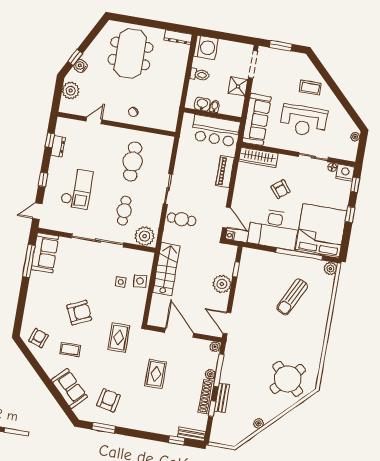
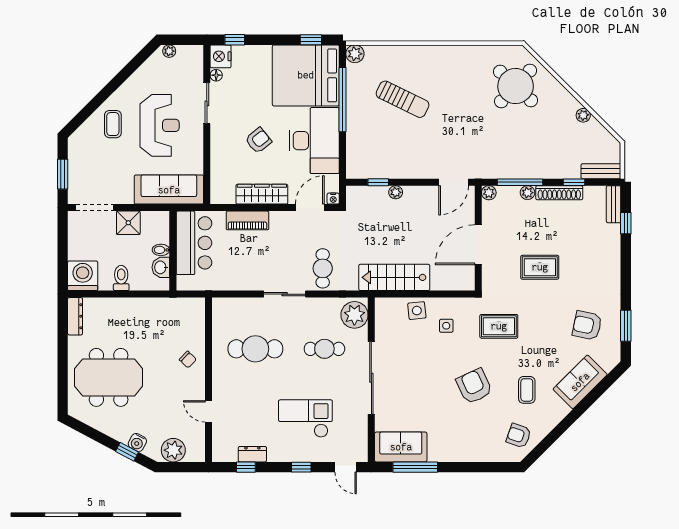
wardrobe: (258, 157) -> (262, 194), moved, turned -90
window: (350, 214) -> (311, 40), moved
side table: (121, 282) -> (446, 326), moved
plant: (222, 284) -> (396, 192), width x0.53, depth x0.53
bench: (222, 398) -> (601, 171), moved

